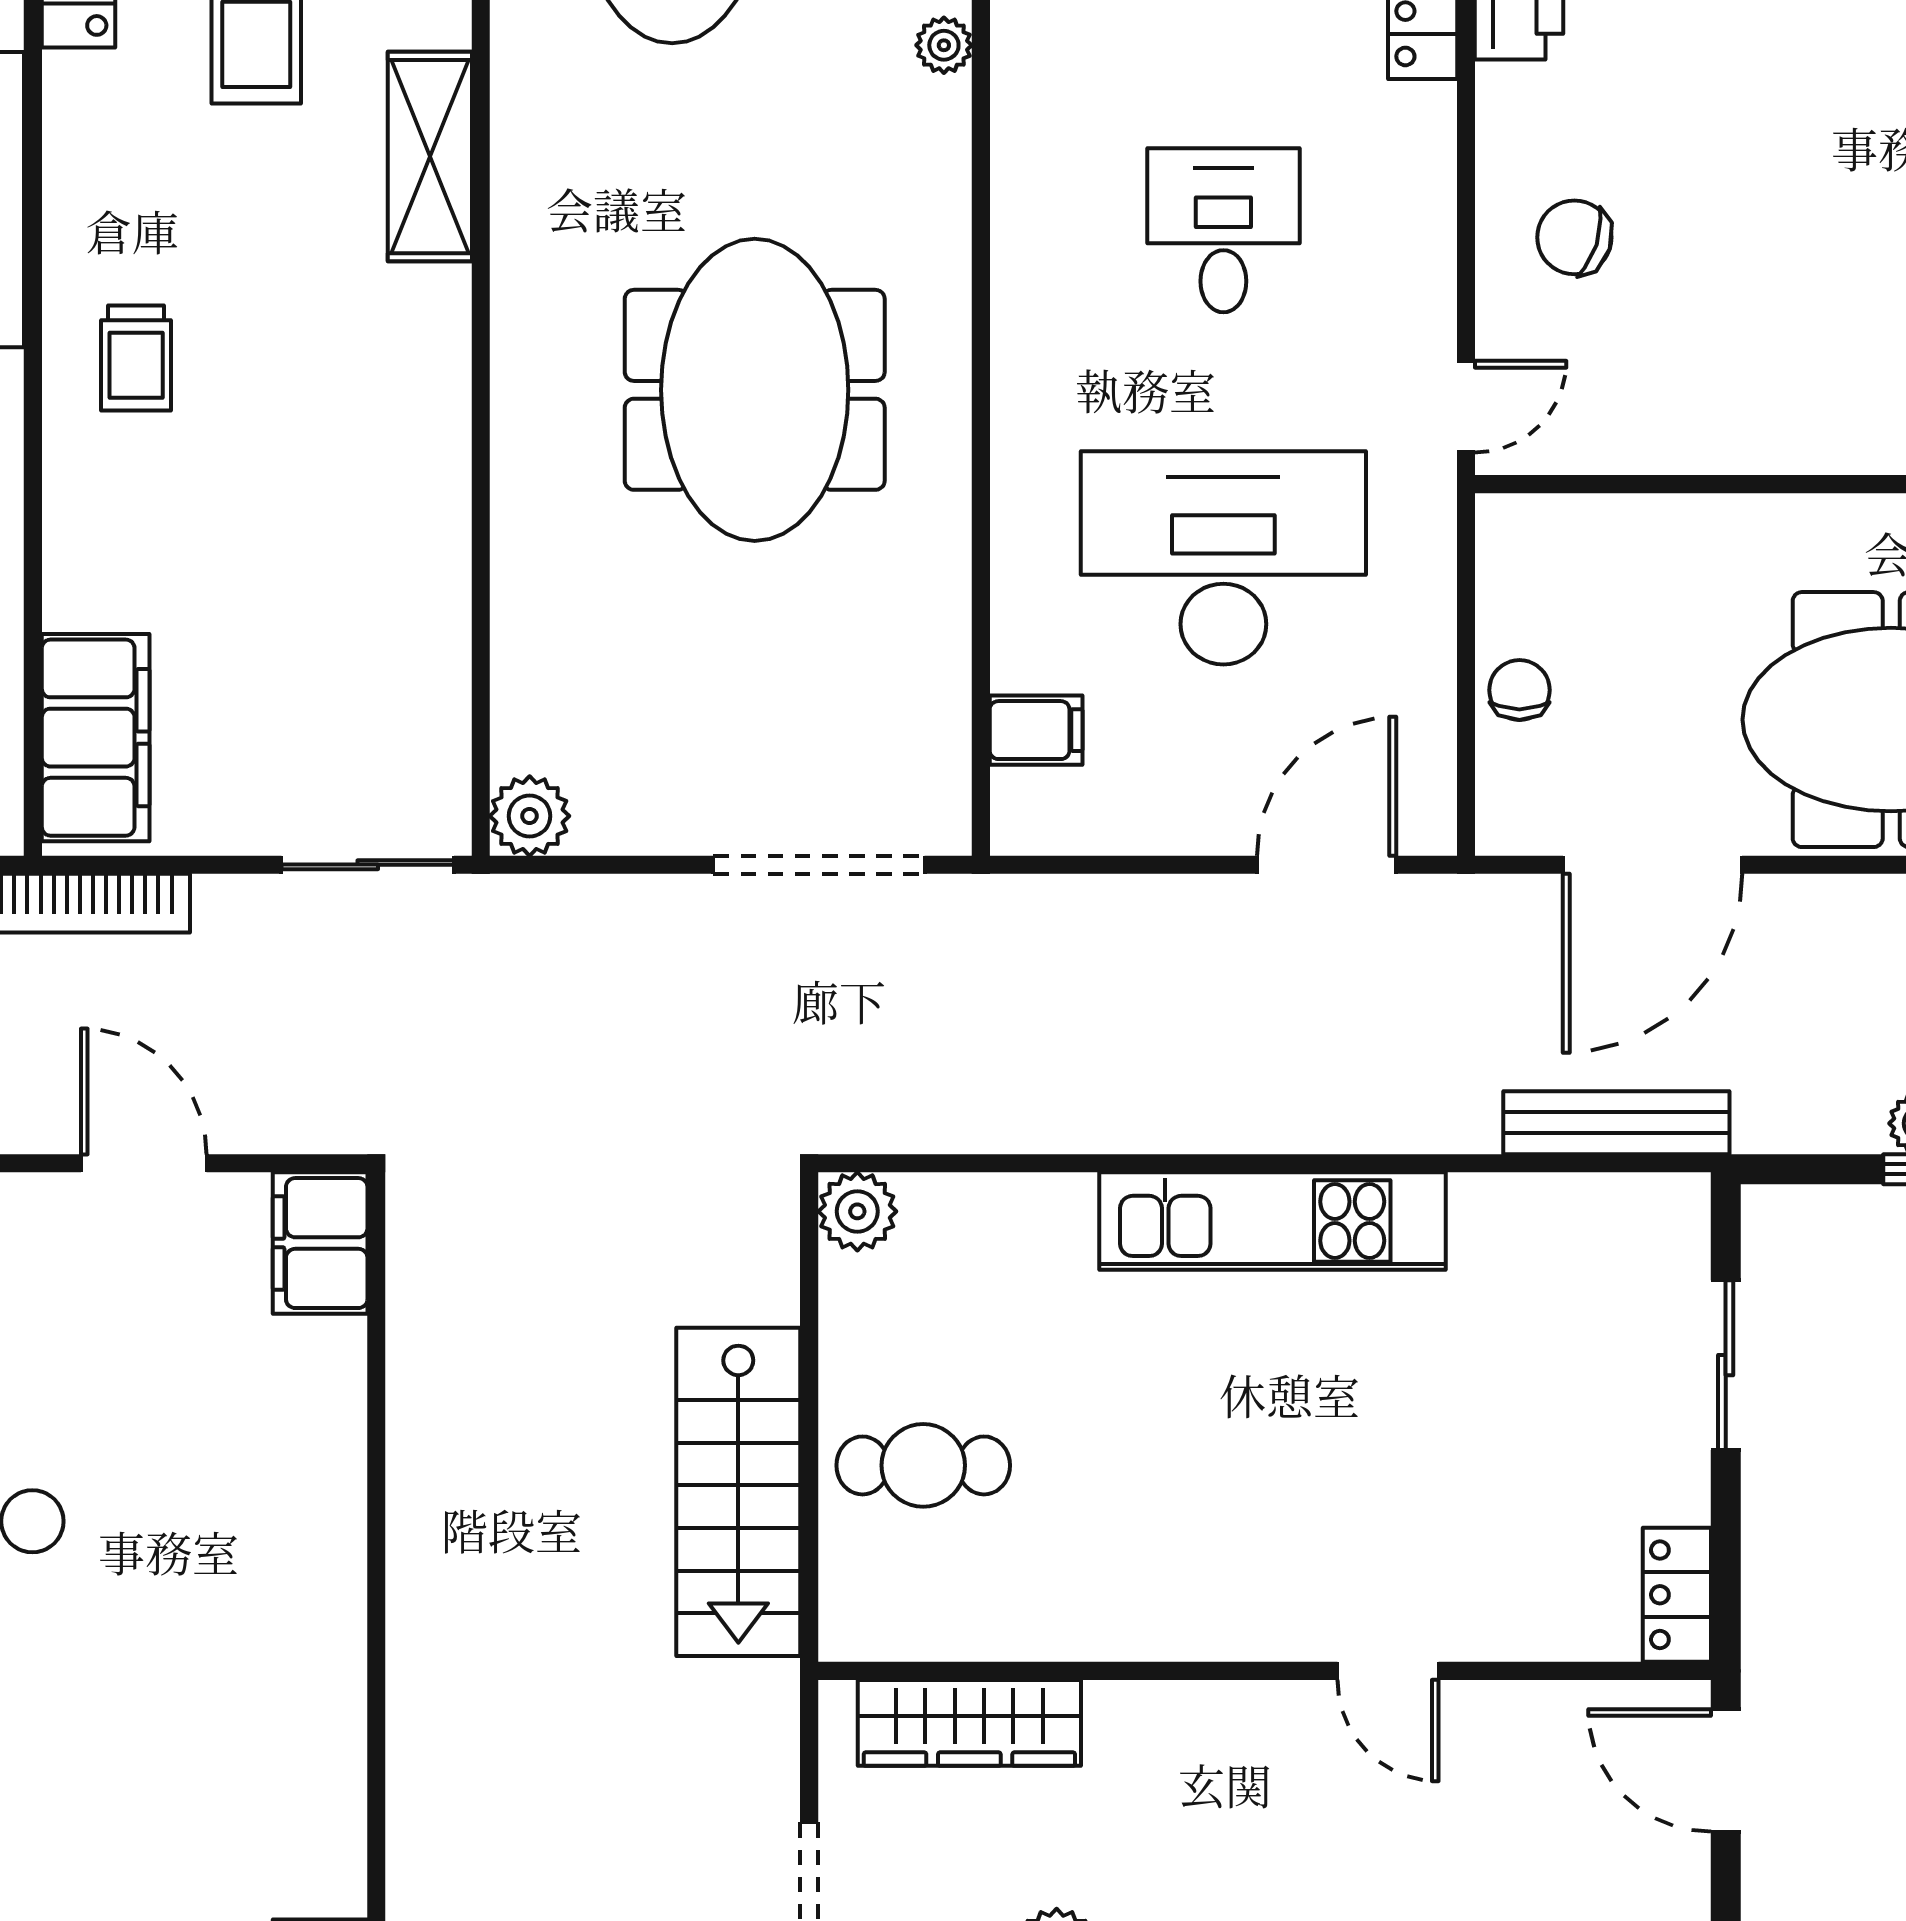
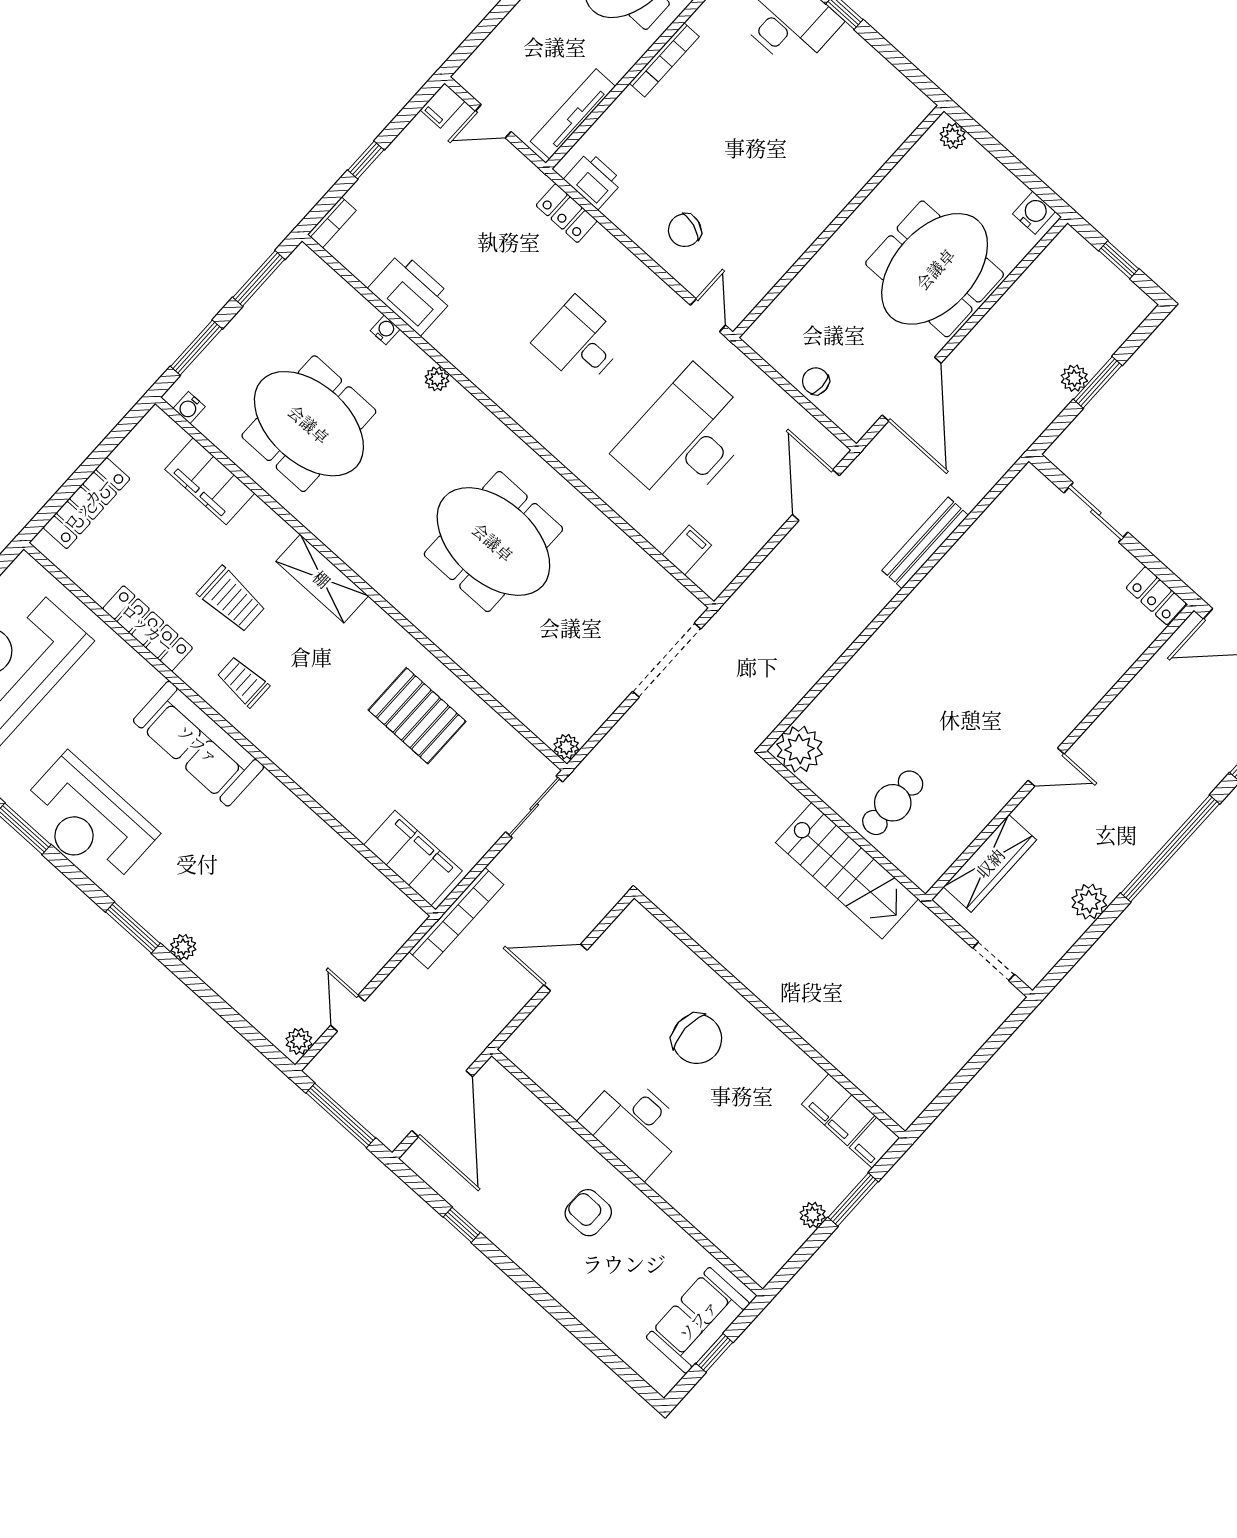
trolley: (136, 358) -> (243, 682), moved, turned 180
pallet: (343, 527) -> (417, 716), added
plant: (530, 816) -> (566, 747), width x0.73, depth x0.73
bench: (1616, 1123) -> (925, 543), moved
plant: (857, 1211) -> (800, 749), width x1.36, depth x1.36
kitchen unit: (1273, 1221) -> (916, 617), removed
filing cabinet: (320, 1243) -> (838, 1110), moved
chair: (224, 1495) -> (697, 1039), added
door: (1388, 1671) -> (1046, 767), moved

